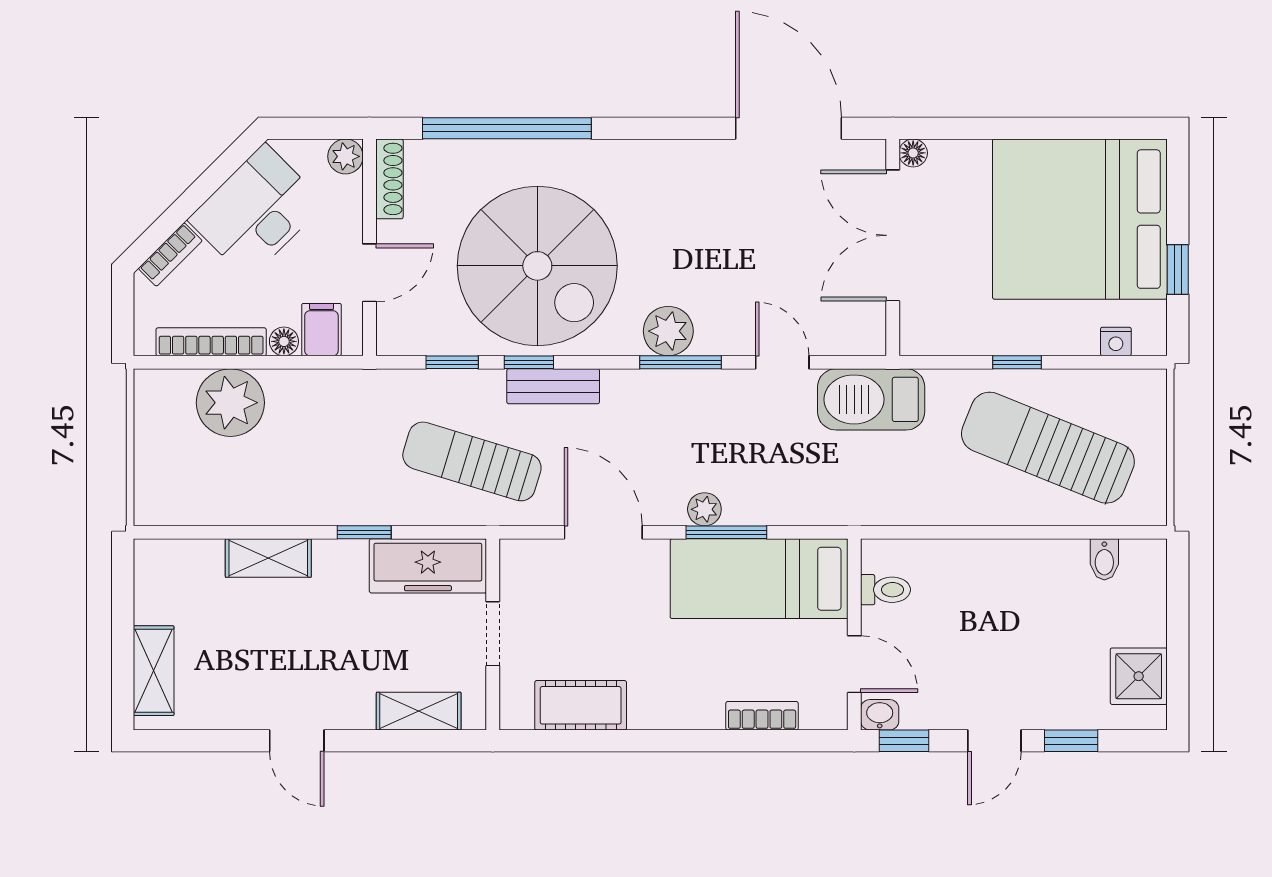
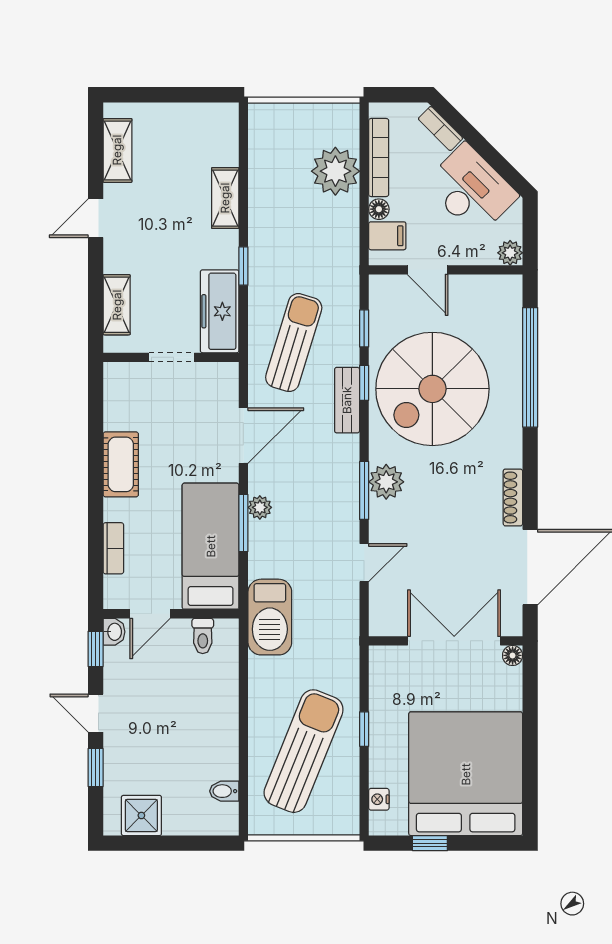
shoe rack: (389, 179) -> (513, 497), moved, turned 90
barbecue: (871, 399) -> (270, 617), moved, turned 180
shelving: (154, 671) -> (117, 150), moved, turned 90
cot: (581, 705) -> (121, 464), moved

